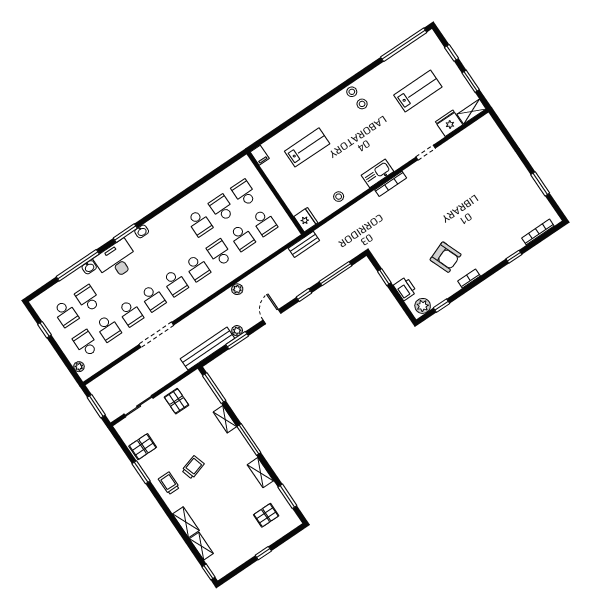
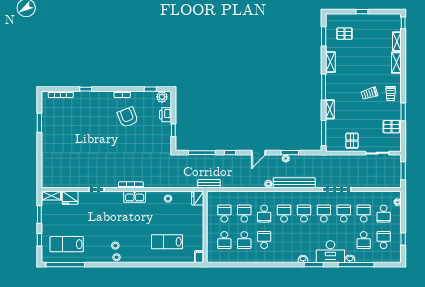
lab bench: (418, 91) -> (67, 244), moved
bench: (207, 349) -> (294, 183), moved

